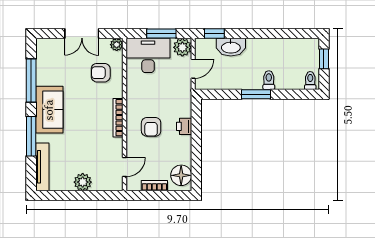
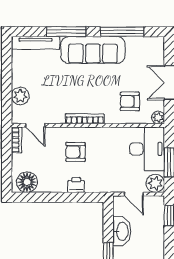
washbasin: (231, 47) -> (122, 231), moved, turned 180
armchair: (101, 73) -> (130, 101), turned -90
sofa: (49, 110) -> (93, 50), width x1.36
plant: (83, 182) -> (20, 96), moved
bookcase: (154, 186) -> (17, 140), moved

